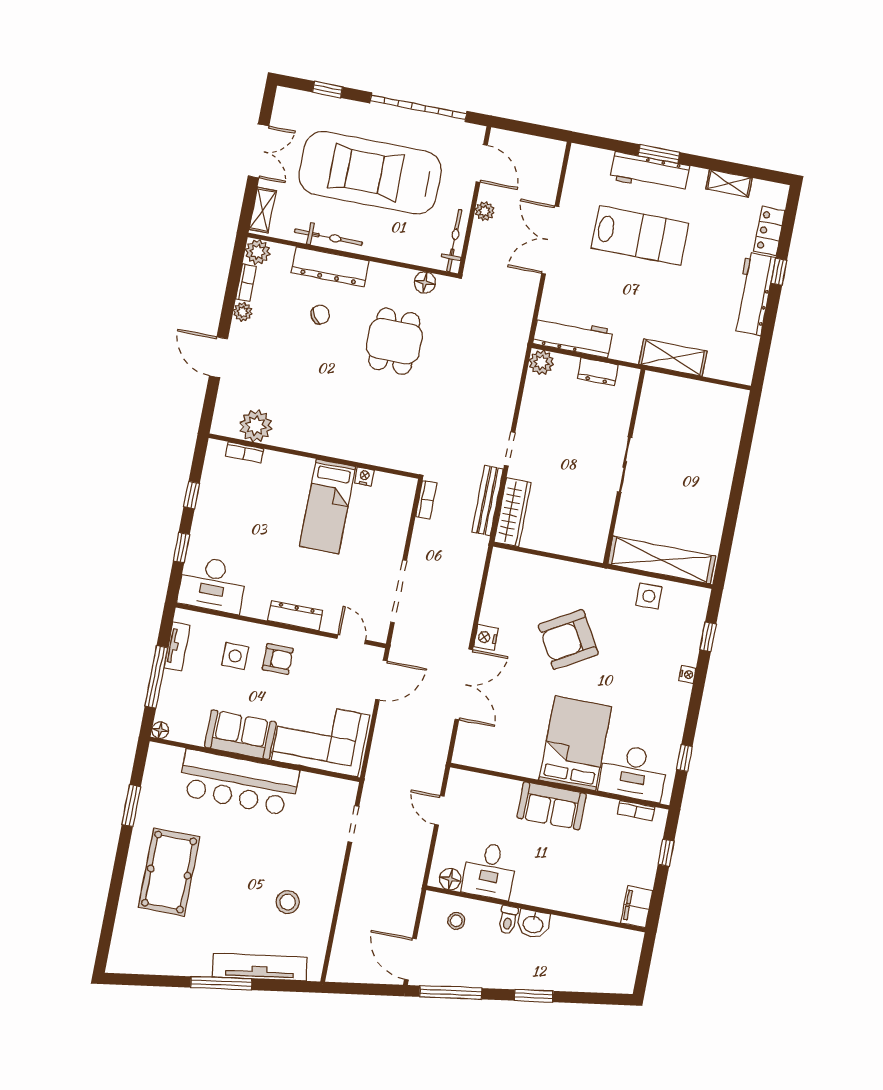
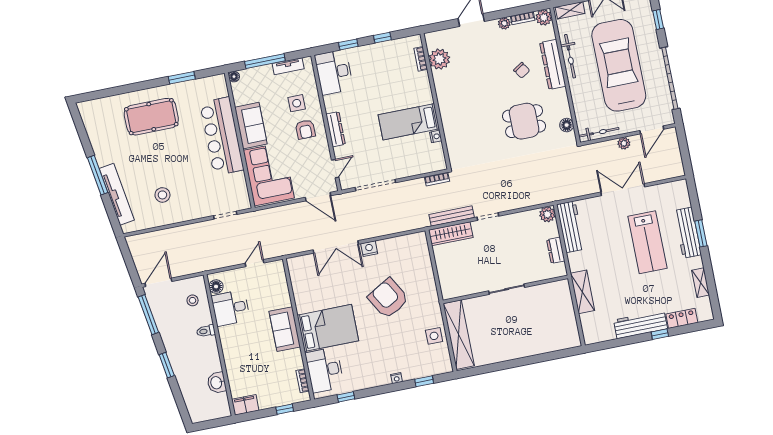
washbasin: (533, 924) -> (217, 383), moved

